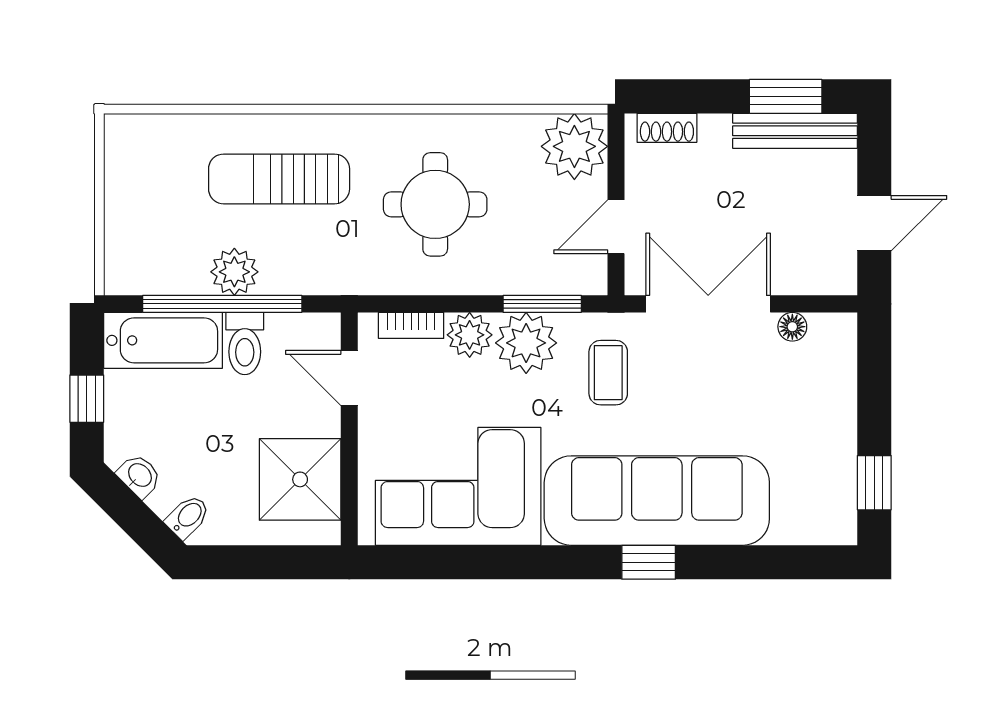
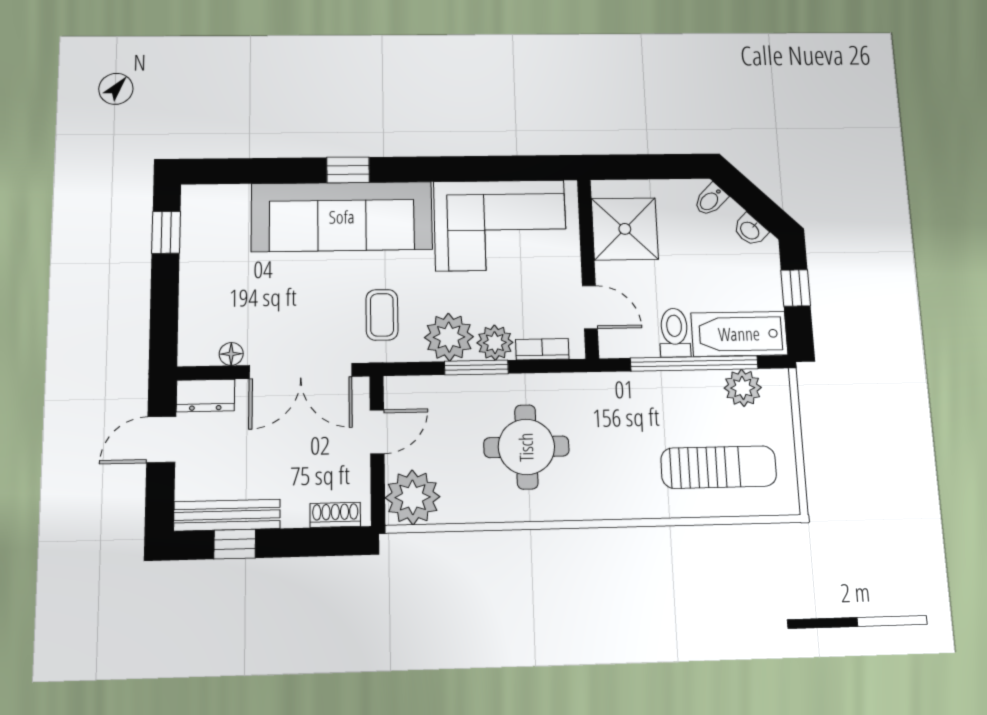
window: (786, 96) -> (235, 544), width x0.67
sun lounger: (279, 179) -> (719, 467), moved
plant: (234, 272) -> (743, 388), moved
dresser: (823, 276) -> (205, 395), added
window: (542, 304) -> (476, 368), moved

